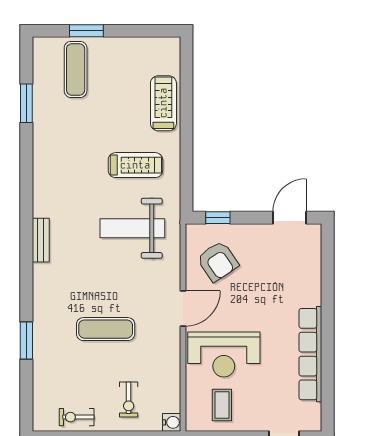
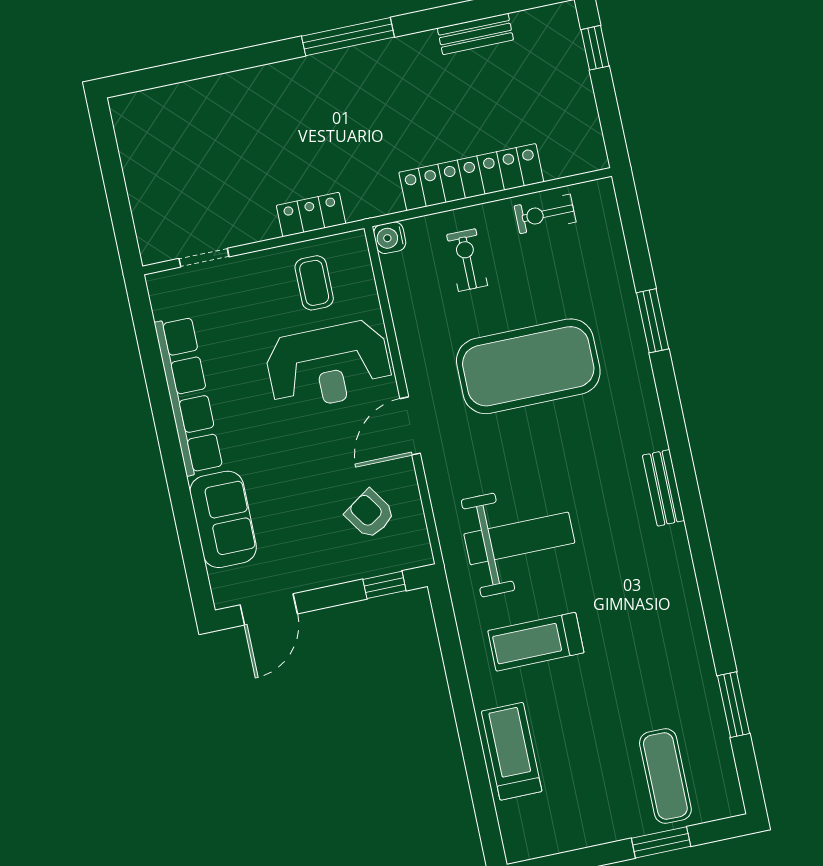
treadmill: (163, 103) -> (512, 751), turned 180
armchair: (218, 261) -> (370, 514), width x0.72, depth x0.72
sofa: (305, 276) -> (223, 519), added
exercise mat: (106, 329) -> (528, 366), width x2.00, depth x1.45
reception desk: (224, 354) -> (328, 365), turned 180
exercise bike: (77, 417) -> (545, 214), turned 180

